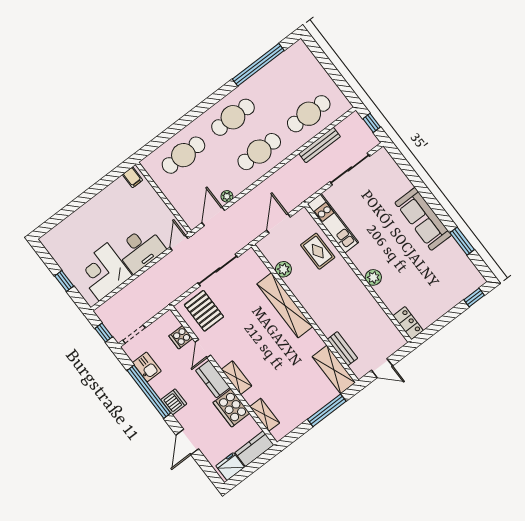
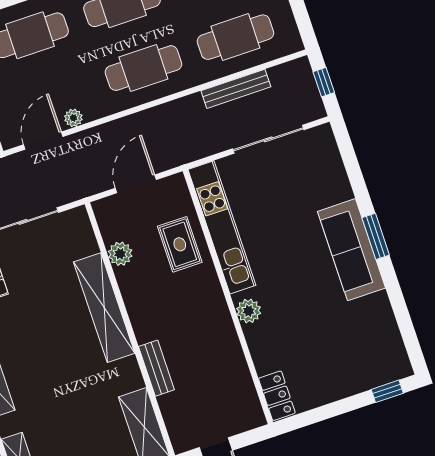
kitchen unit: (333, 223) -> (222, 227), width x1.36
window: (462, 241) -> (376, 236), moved
bench: (342, 349) -> (156, 368), moved

